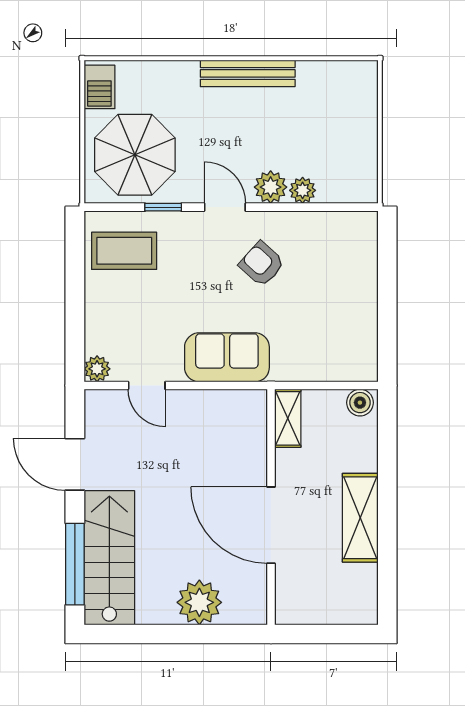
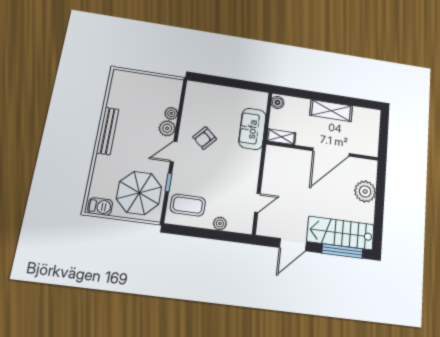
coffee table: (124, 251) -> (188, 205), turned 90
sofa: (227, 357) -> (252, 129), moved
plant: (97, 369) -> (220, 223), moved

